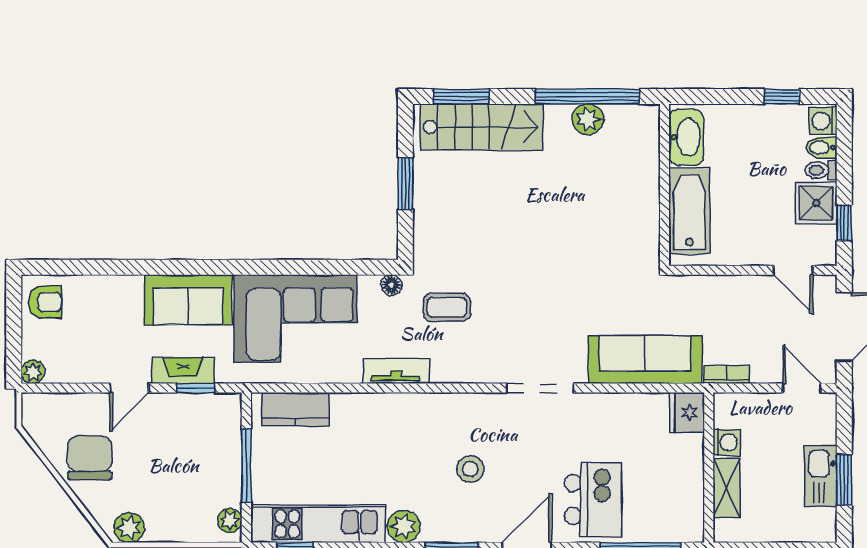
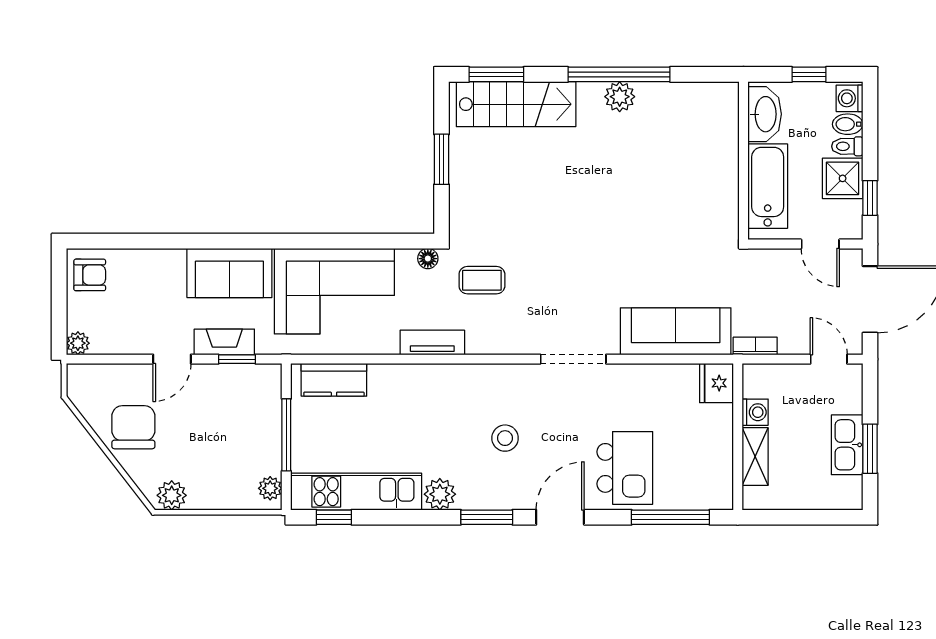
washbasin: (686, 137) -> (765, 114), moved
wall: (665, 185) -> (743, 161), moved
bathtub: (689, 211) -> (768, 186), moved

